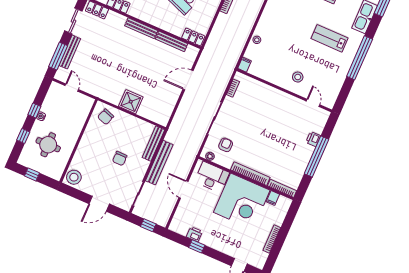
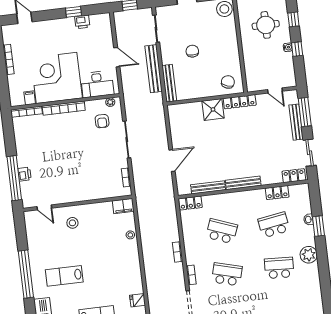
lab bench: (329, 38) -> (64, 276), turned 180
filing cabinet: (245, 65) -> (123, 206), width x2.00
locker: (105, 95) -> (240, 102), added
window: (316, 157) -> (14, 178), moved

